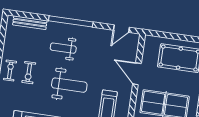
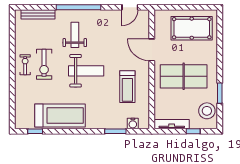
weight bench: (63, 48) -> (75, 35), turned 90
exercise bike: (29, 73) -> (44, 64), width x1.38, depth x1.39

